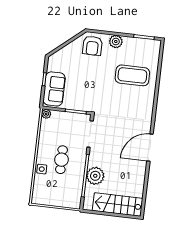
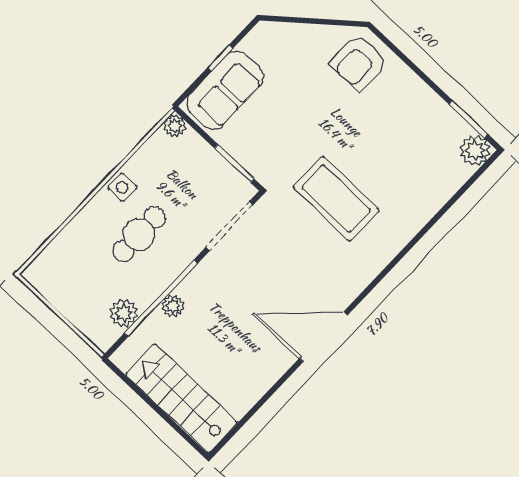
plant: (116, 41) -> (475, 151), moved
coffee table: (132, 75) -> (336, 199), moved
side table: (42, 169) -> (122, 187), moved
plant: (95, 176) -> (173, 306), width x0.53, depth x0.53
plant: (76, 190) -> (124, 313), added

